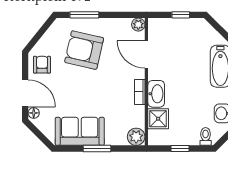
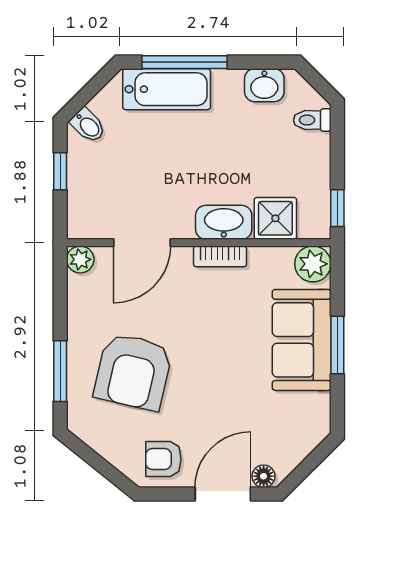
bidet: (203, 28) -> (88, 125), added
sofa: (80, 131) -> (302, 340), moved
window: (180, 149) -> (337, 208), moved

